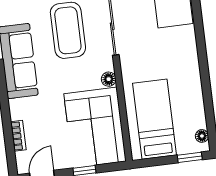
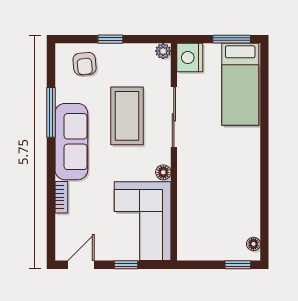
bed: (155, 119) -> (206, 220), removed
bookcase: (18, 136) -> (61, 197), moved

